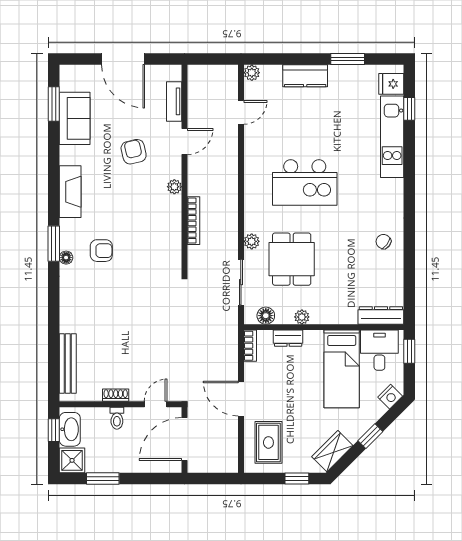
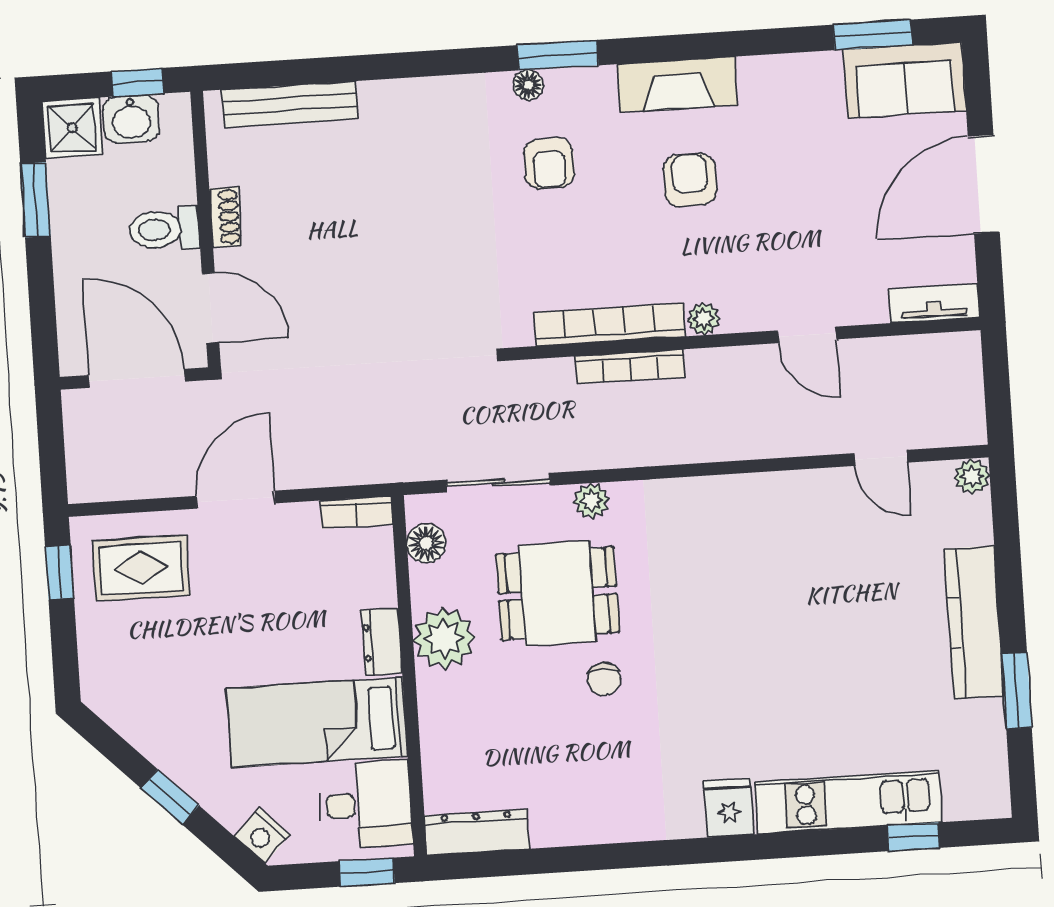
kitchen counter: (305, 76) -> (974, 622), width x1.50
fridge: (391, 84) -> (729, 808), moved
tv unit: (174, 101) -> (934, 303), moved
sofa: (75, 118) -> (905, 80), moved
armchair: (134, 152) -> (690, 180), moved, turned -77
kitchen island: (305, 182) -> (732, 612), removed
bookcase: (174, 228) -> (610, 324), added
chair: (383, 242) -> (604, 679), moved, turned 143
dresser: (381, 315) -> (477, 832), moved, turned -90
plant: (302, 317) -> (444, 639), width x1.88, depth x1.88
dresser: (288, 338) -> (382, 642), moved
door: (156, 404) -> (211, 308), width x1.37
toilet: (117, 418) -> (164, 229), width x1.37, depth x1.39
washbasin: (70, 429) -> (131, 119), width x0.72
wardrobe: (332, 451) -> (131, 713), removed
window: (297, 479) -> (60, 572), moved

